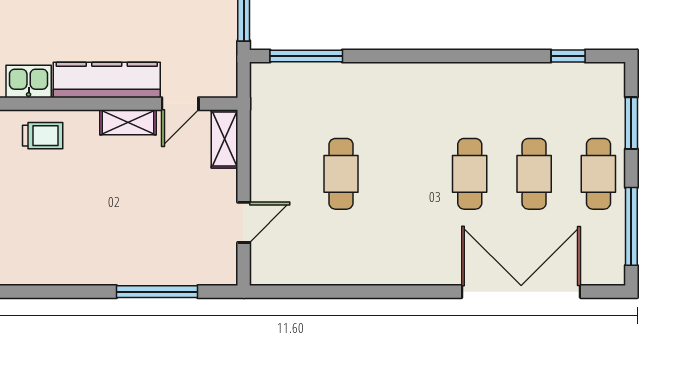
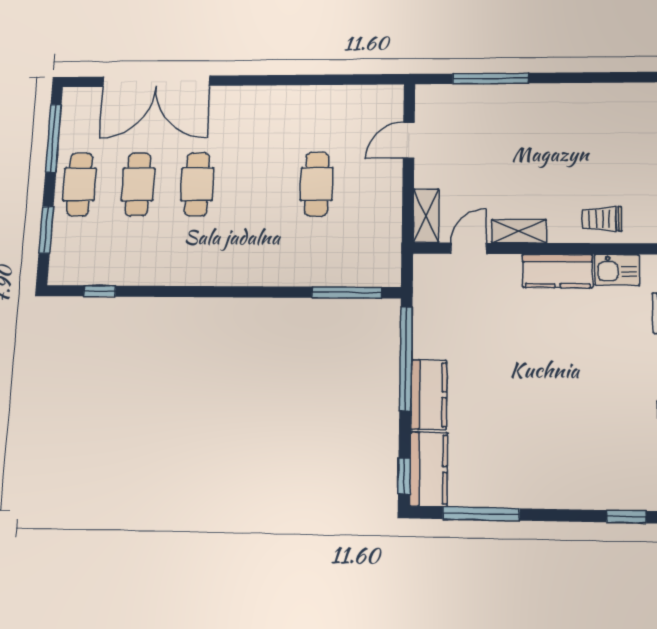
kitchen counter: (107, 80) -> (557, 271), width x0.67

